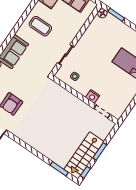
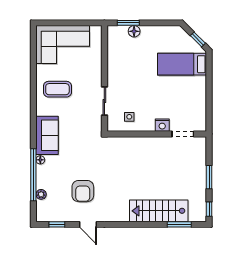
floor lamp: (102, 13) -> (134, 31), moved
stairs: (84, 155) -> (159, 211), moved, turned 90

